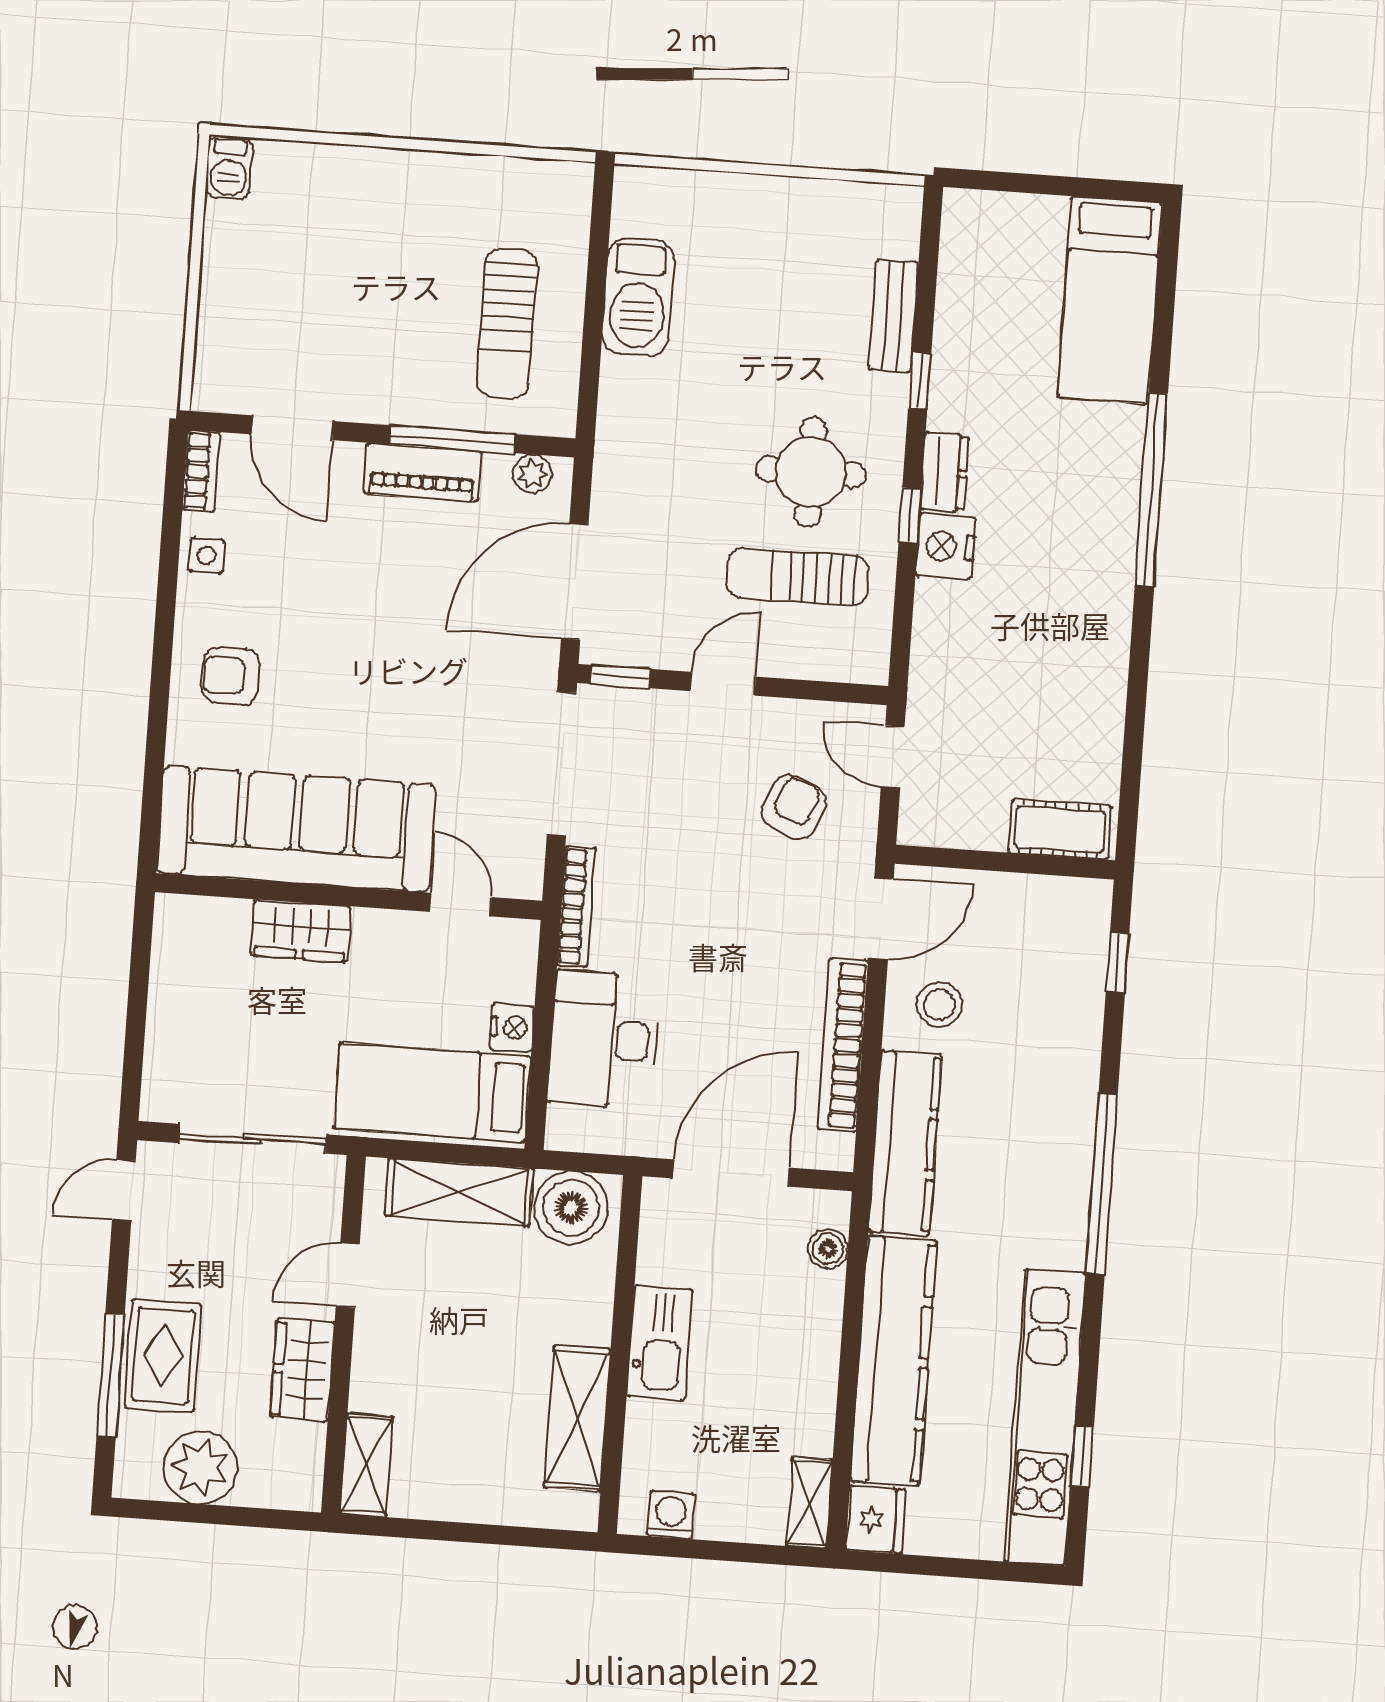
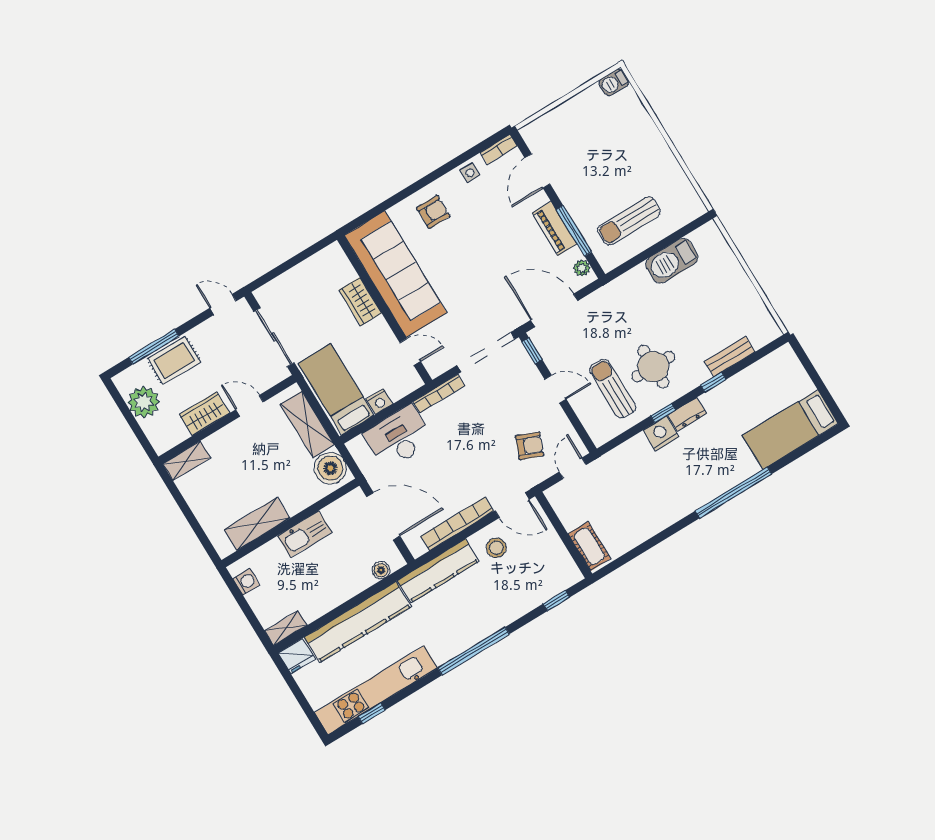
armchair: (231, 676) -> (433, 212), turned 90
door: (461, 905) -> (410, 352), hinge flipped

